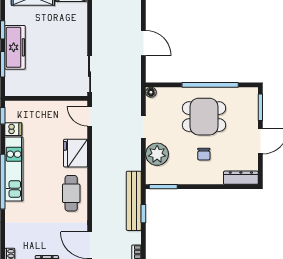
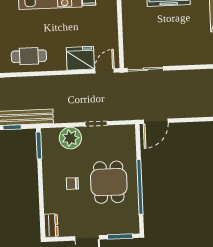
door: (143, 43) -> (156, 121), moved
floor lamp: (151, 92) -> (130, 130), removed
fridge: (75, 153) -> (80, 58), moved
dresser: (241, 178) -> (51, 226), width x0.70

